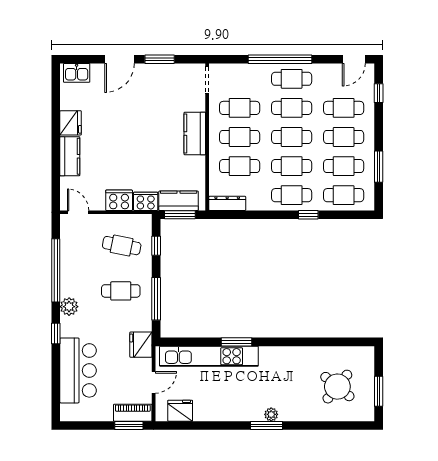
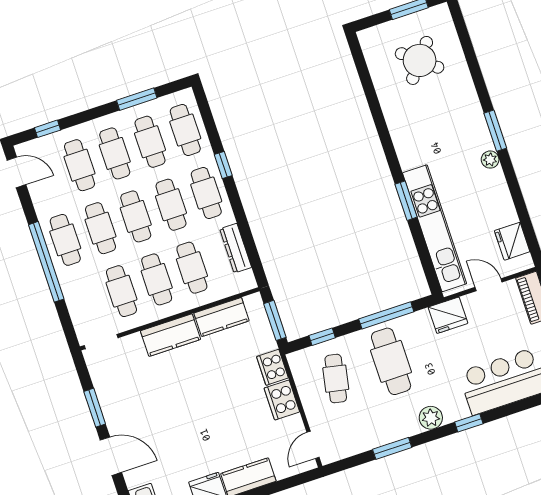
kitchen counter: (179, 201) -> (221, 317), moved, turned -90
dresser: (227, 203) -> (236, 248), moved
window: (56, 270) -> (392, 448), width x0.47
cafe table: (121, 291) -> (391, 361), width x1.37, depth x1.35
plant: (271, 414) -> (490, 160), moved

